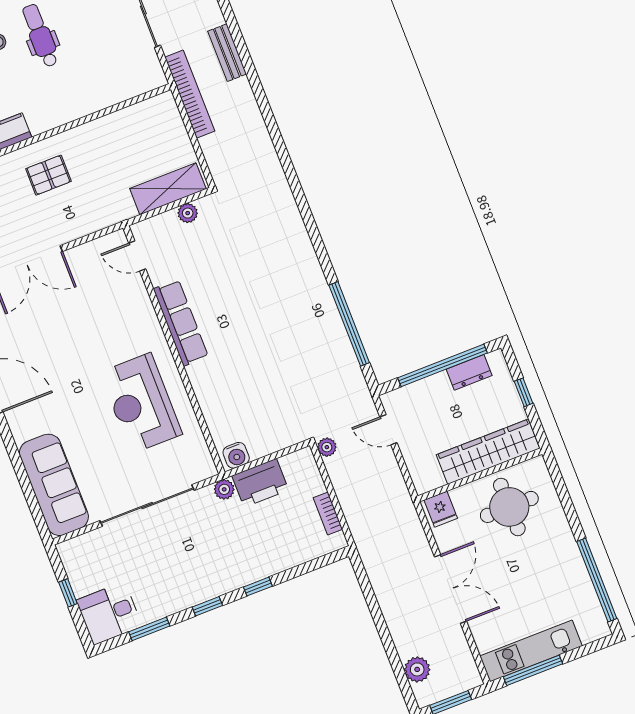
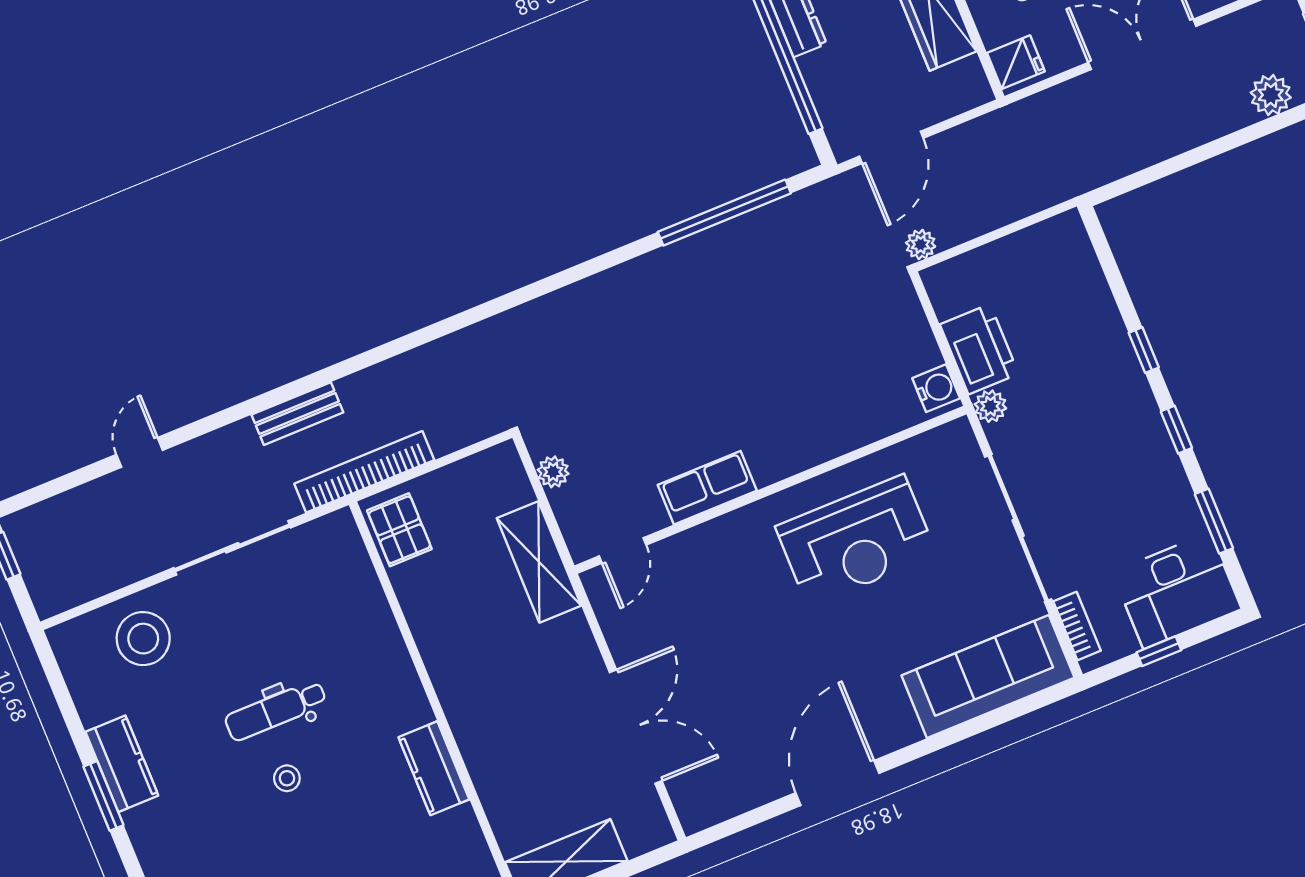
pallet: (48, 175) -> (399, 530), moved
shelving: (168, 189) -> (539, 562), moved
row of seats: (181, 323) -> (707, 488), width x0.68
door: (388, 430) -> (891, 147), width x1.38
bookcase: (328, 514) -> (1077, 626), moved, turned -90
desk: (109, 613) -> (1177, 591), width x1.37

